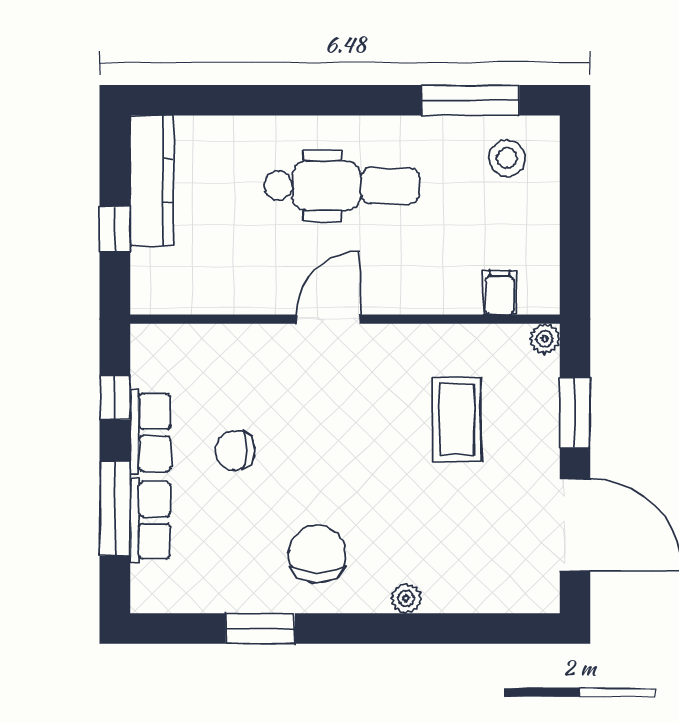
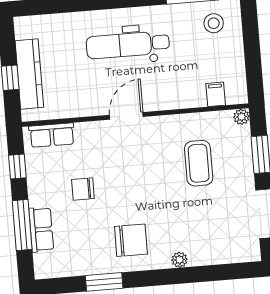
kitchen counter: (152, 181) -> (29, 74), moved
dental chair: (342, 186) -> (128, 45), turned 180
row of seats: (150, 433) -> (52, 135), moved, turned 90
chair: (317, 554) -> (131, 240), turned 90

